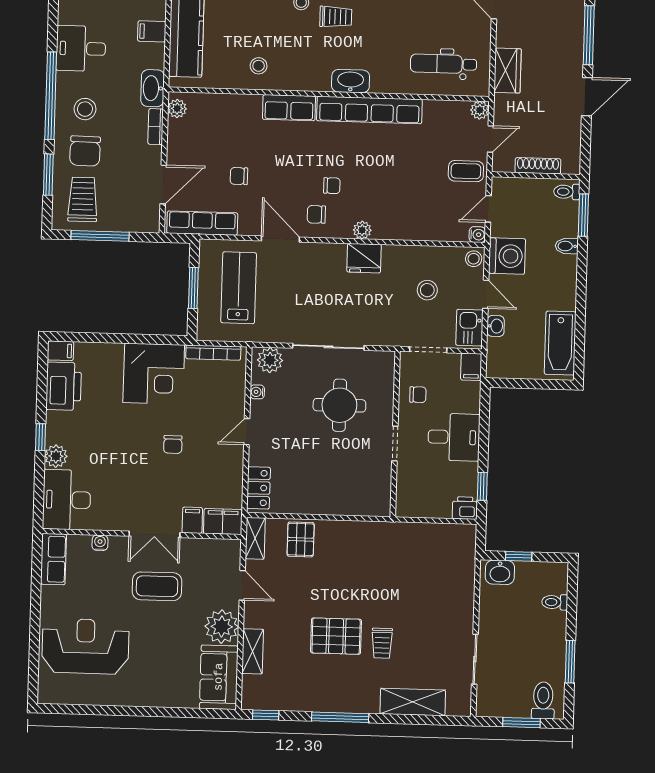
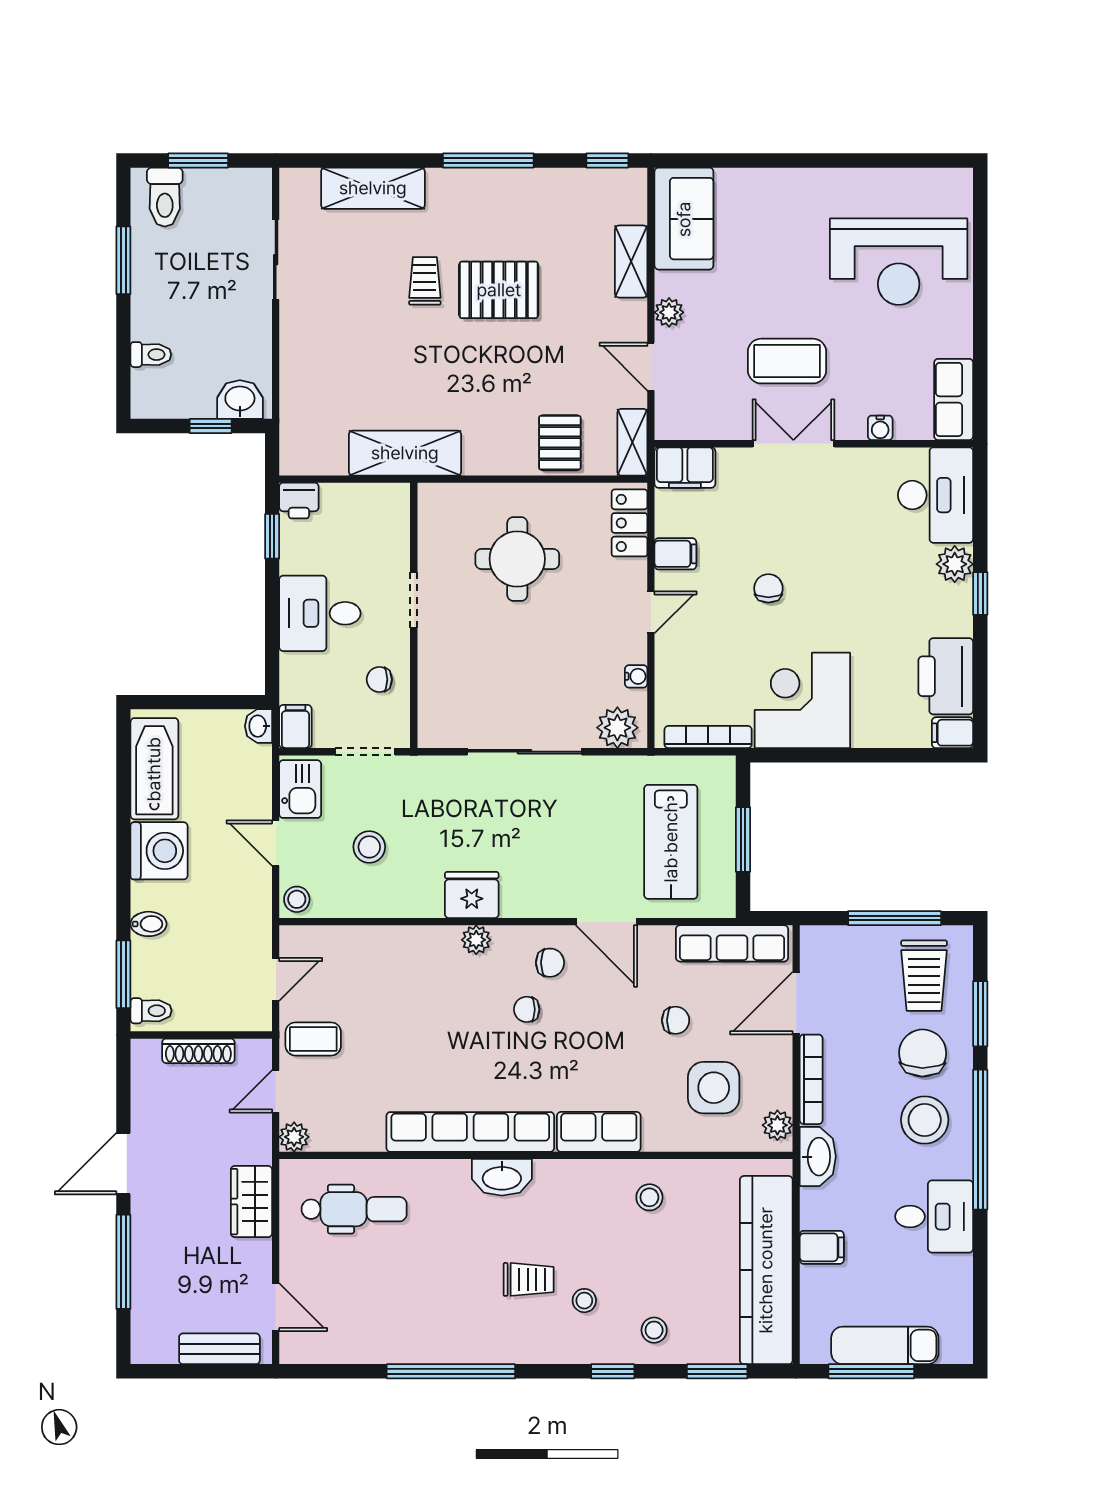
trolley: (336, 17) -> (529, 1279), turned 180
stool: (85, 109) -> (925, 1120), width x1.38, depth x1.38
bookcase: (156, 127) -> (811, 1079), width x1.56
side table: (216, 133) -> (714, 1088), added
water cooler: (477, 235) -> (292, 938), removed
washing machine: (507, 256) -> (159, 851), moved, turned 180
washbasin: (496, 326) -> (259, 726), moved
round table: (339, 405) -> (517, 559), moved
filing cabinet: (192, 520) -> (675, 554), moved, turned -90
shelving: (398, 536) -> (405, 453), added
plant: (222, 627) -> (669, 312), width x0.53, depth x0.53

